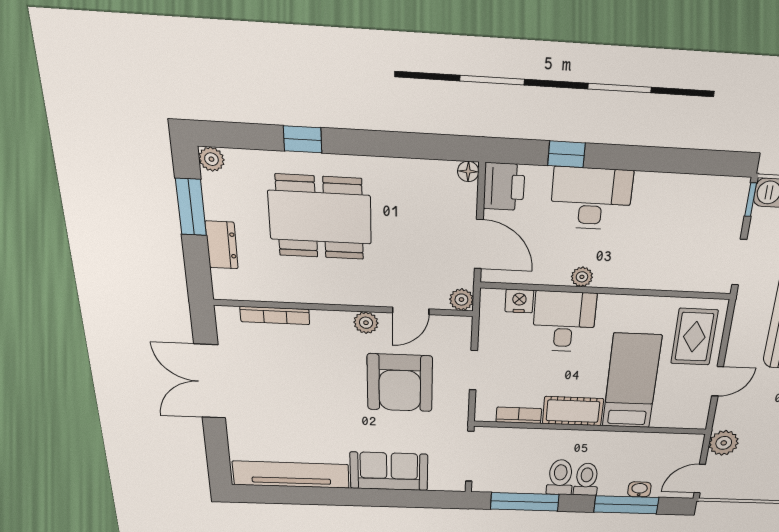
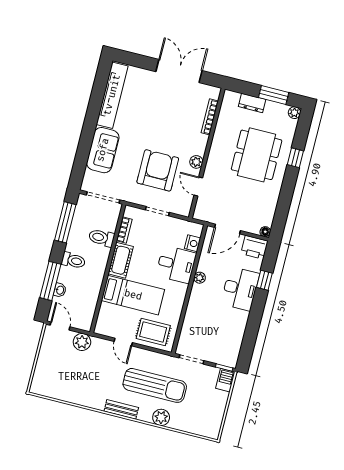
plant: (461, 300) -> (199, 214), removed
armchair: (400, 383) -> (158, 170), turned 90
toilet: (560, 477) -> (101, 238), moved, turned 180

